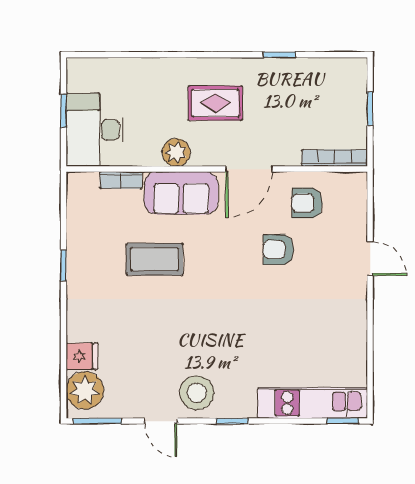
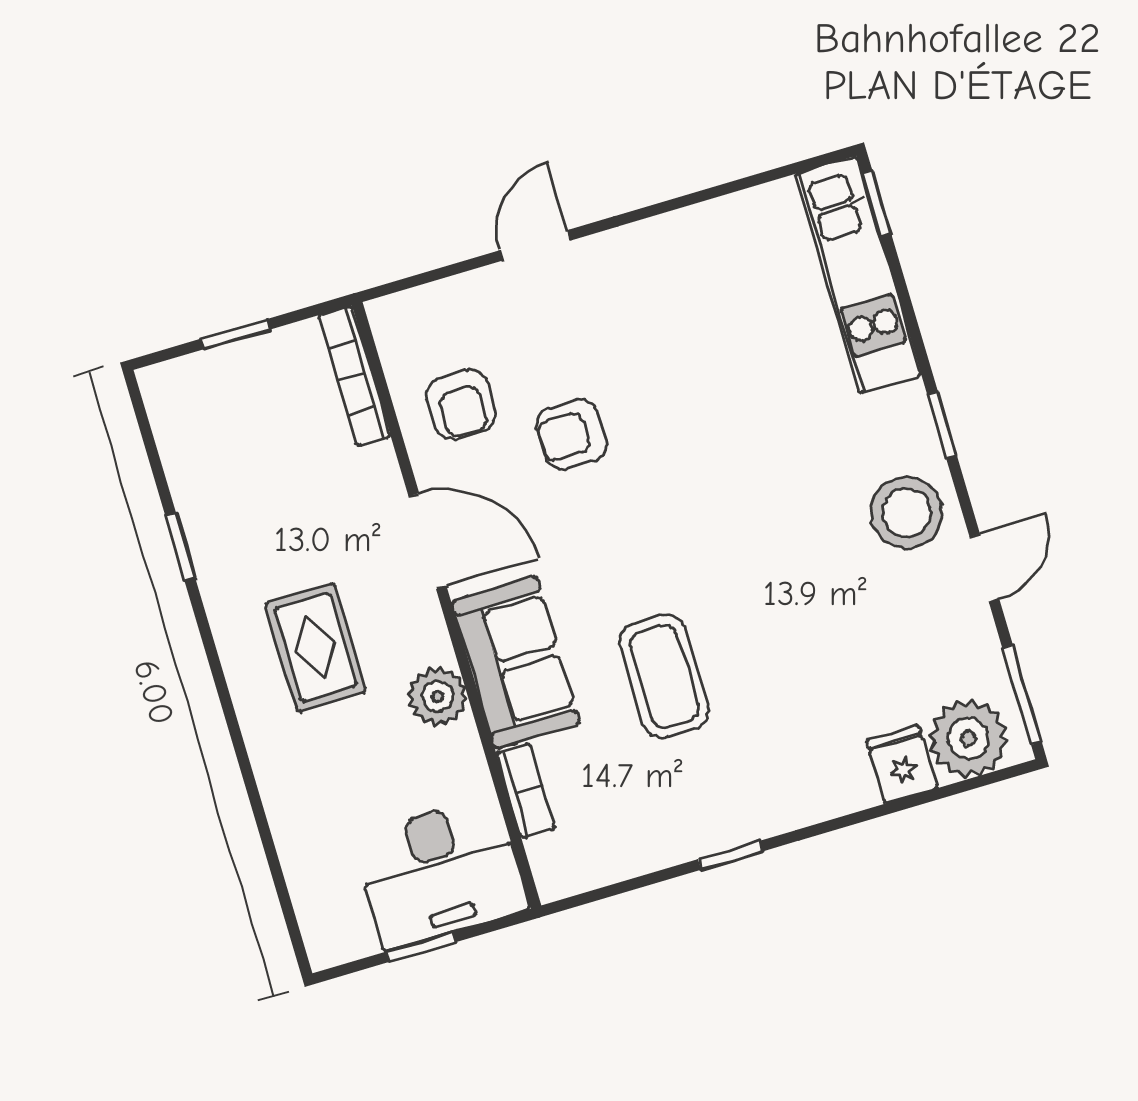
armchair: (278, 250) -> (571, 434), turned 90

